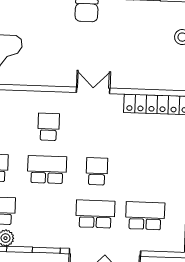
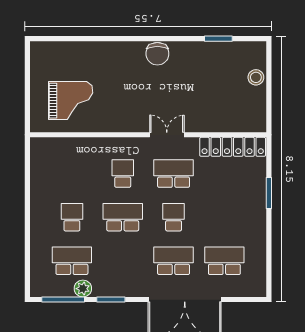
school desk: (98, 129) -> (174, 174), added
window: (46, 250) -> (111, 300), moved

